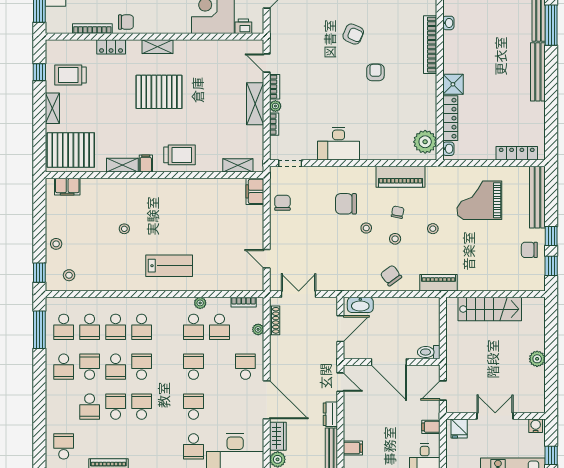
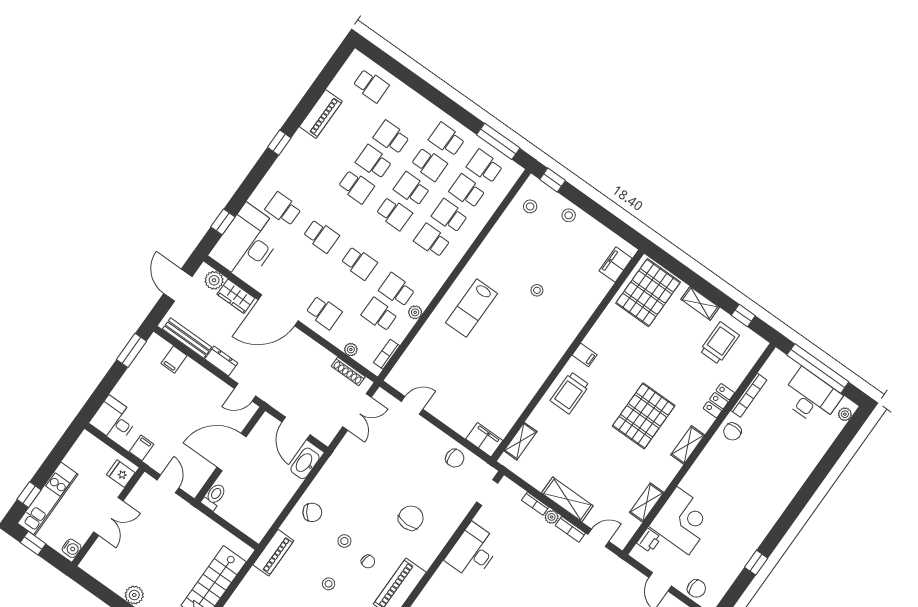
shelving: (122, 165) -> (647, 503), moved
stool: (366, 228) -> (374, 521), removed
school desk: (116, 407) -> (374, 162), turned 180

